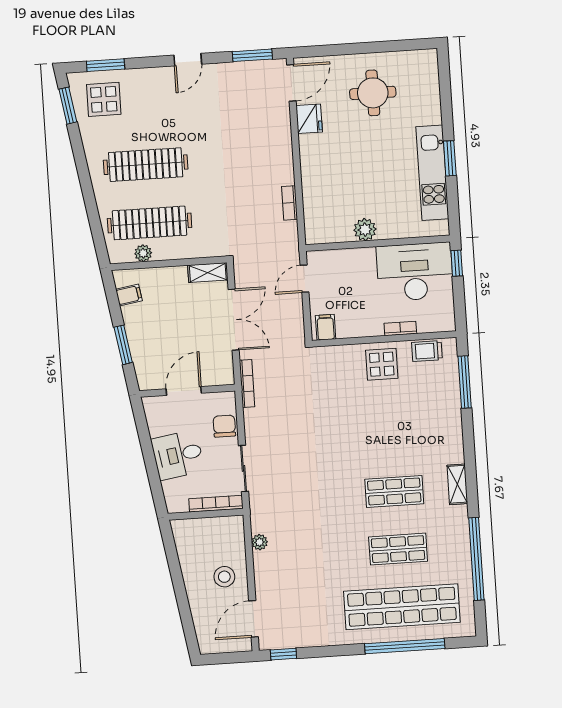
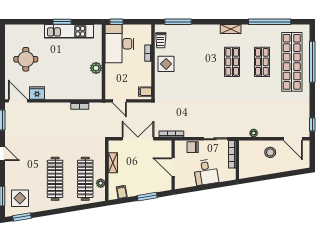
shelving: (208, 273) -> (113, 163), moved

